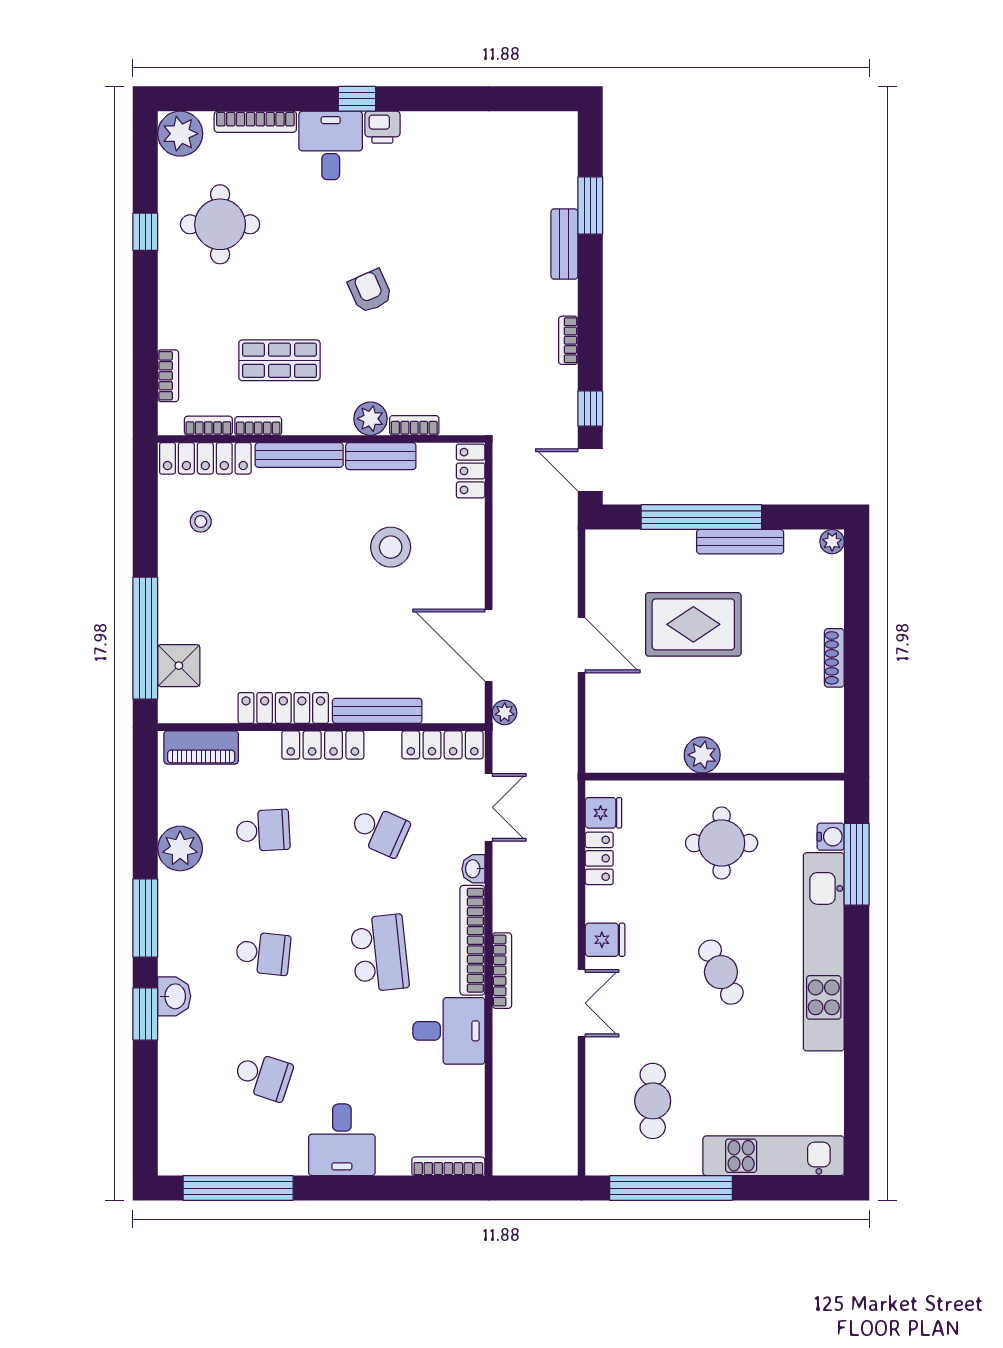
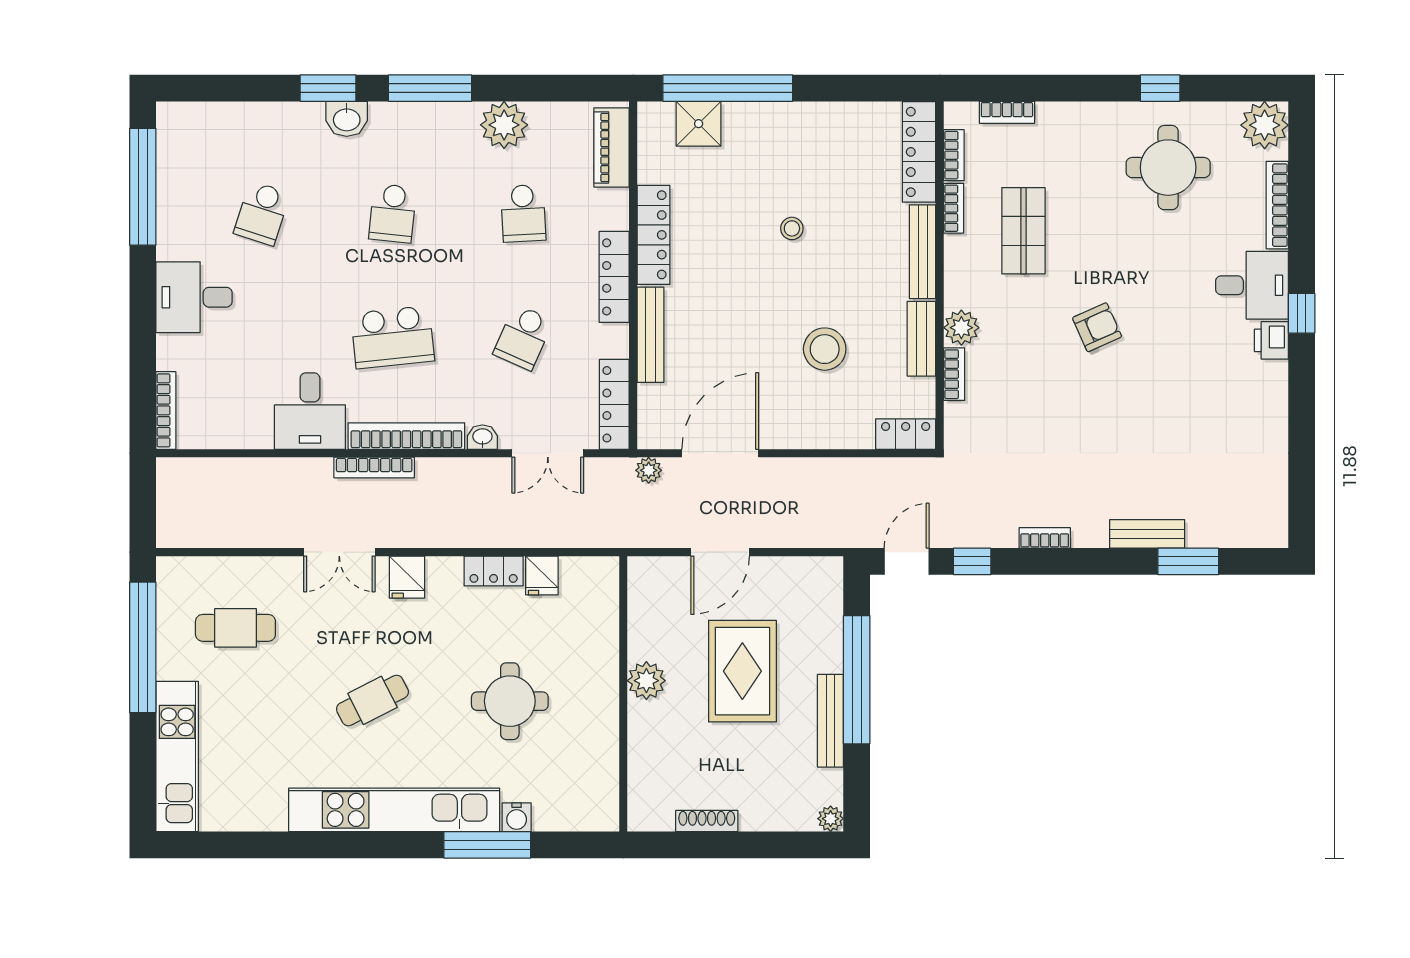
stool: (201, 522) -> (792, 228), moved
plant: (702, 755) -> (646, 681), moved
wall: (715, 777) -> (623, 694), moved

